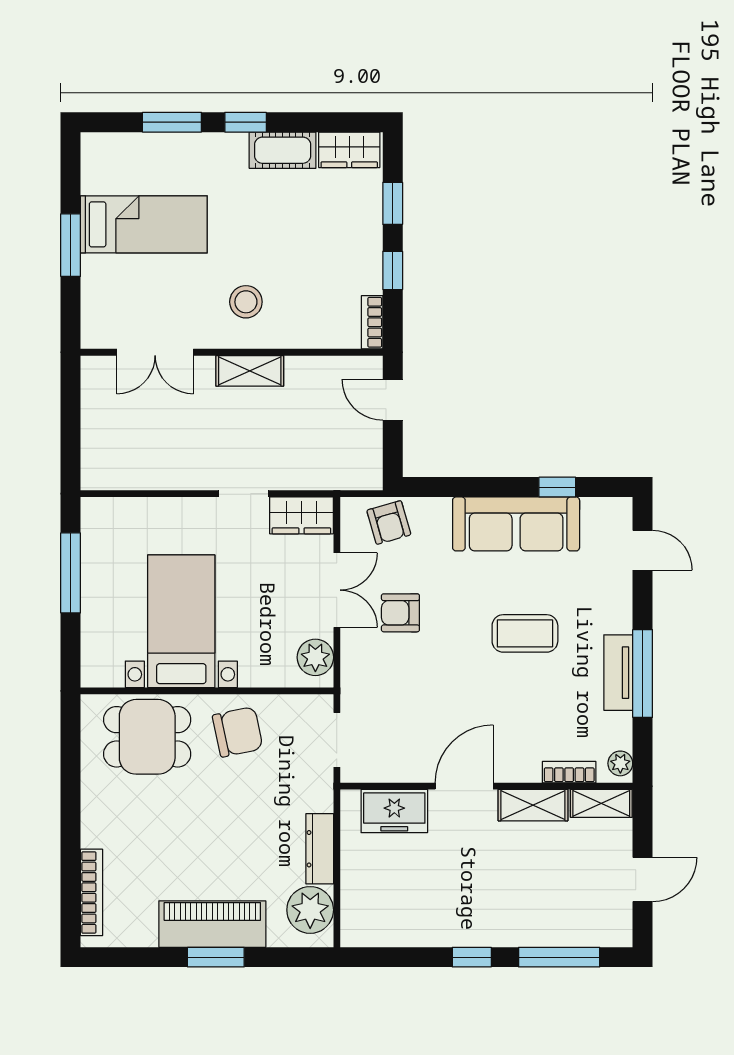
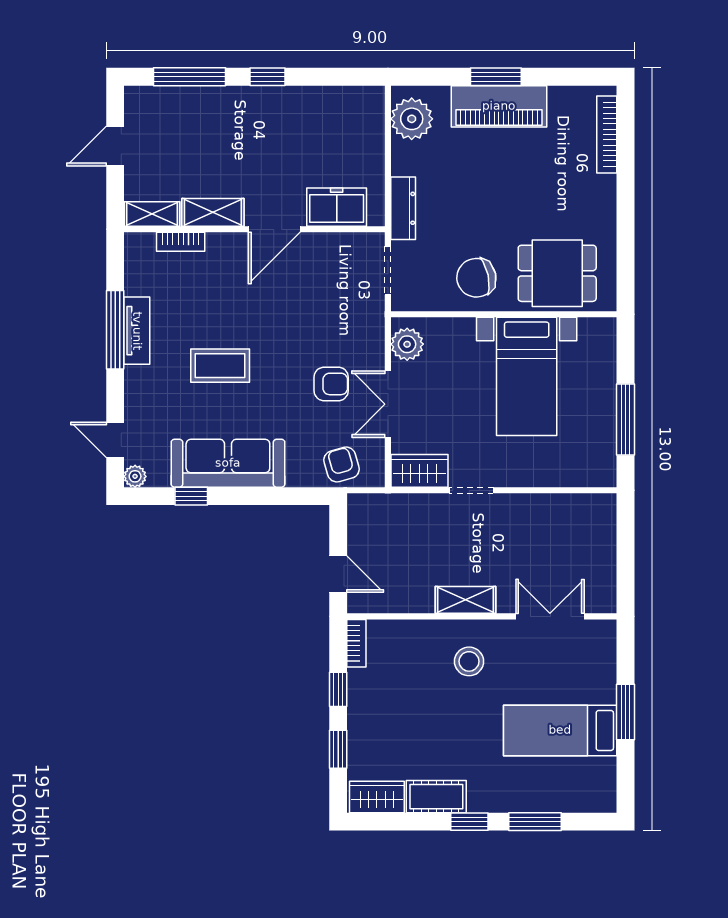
plant: (620, 763) -> (135, 476), moved
dresser: (320, 849) -> (403, 208), moved

